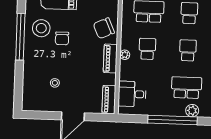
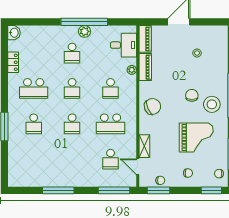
plant: (125, 55) -> (132, 70), moved
piano: (110, 59) -> (145, 67), moved
school desk: (187, 88) -> (72, 53), width x0.54
plant: (192, 111) -> (85, 31), moved

